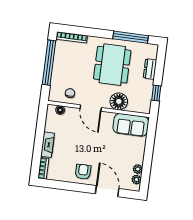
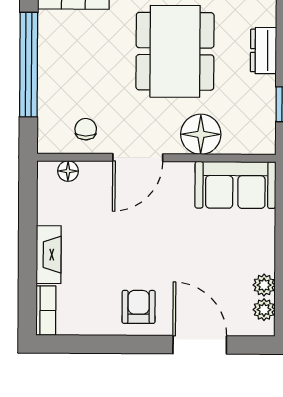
door: (91, 108) -> (138, 158), hinge flipped

